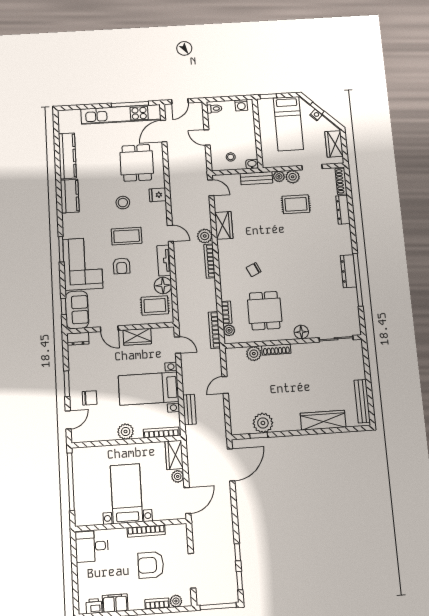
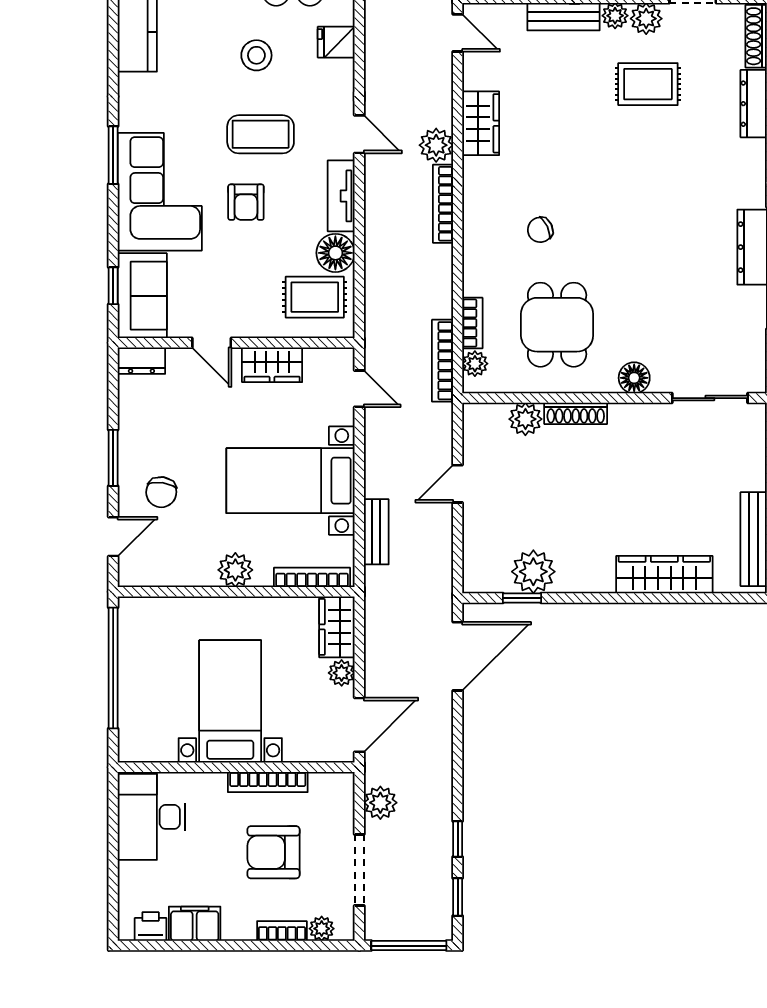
chair: (90, 398) -> (161, 492), turned 98
plant: (200, 537) -> (380, 803), added
desk: (92, 546) -> (152, 817), width x1.37

